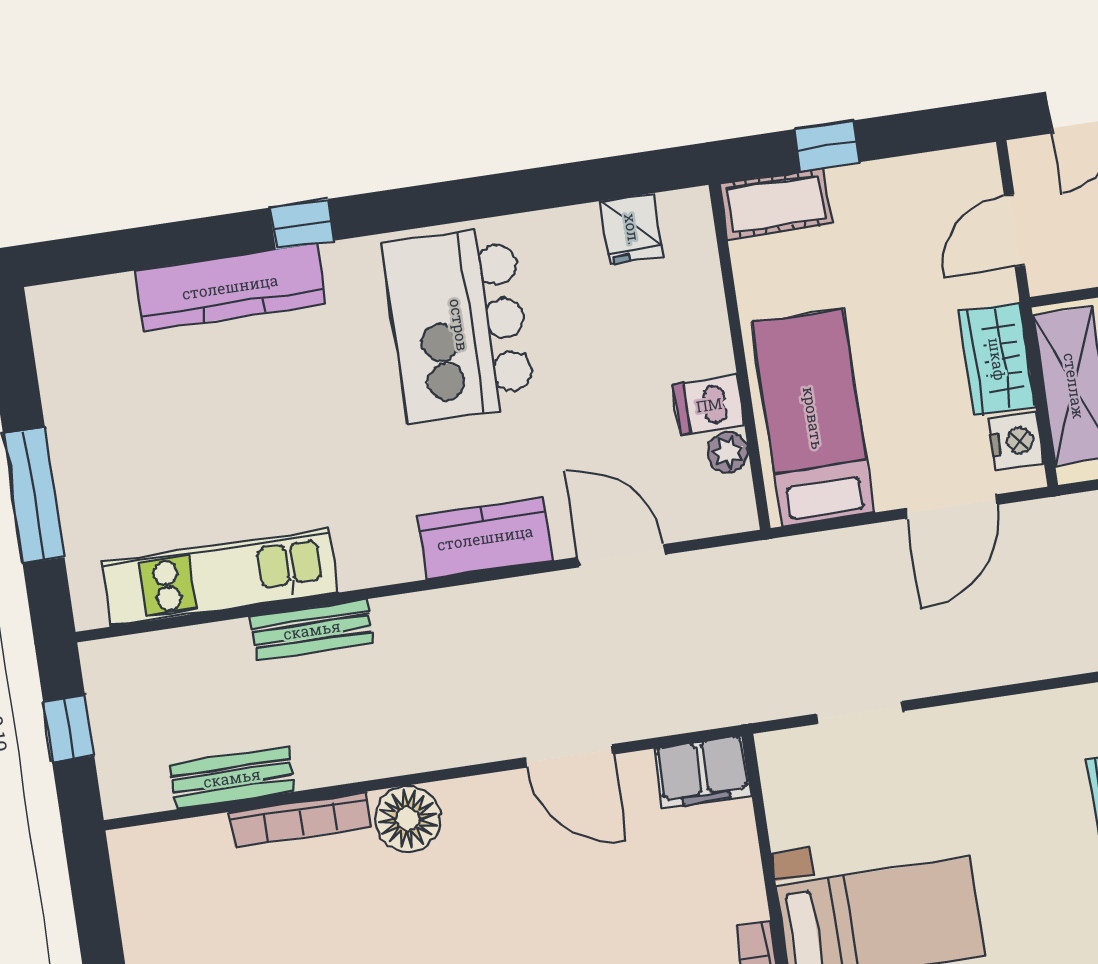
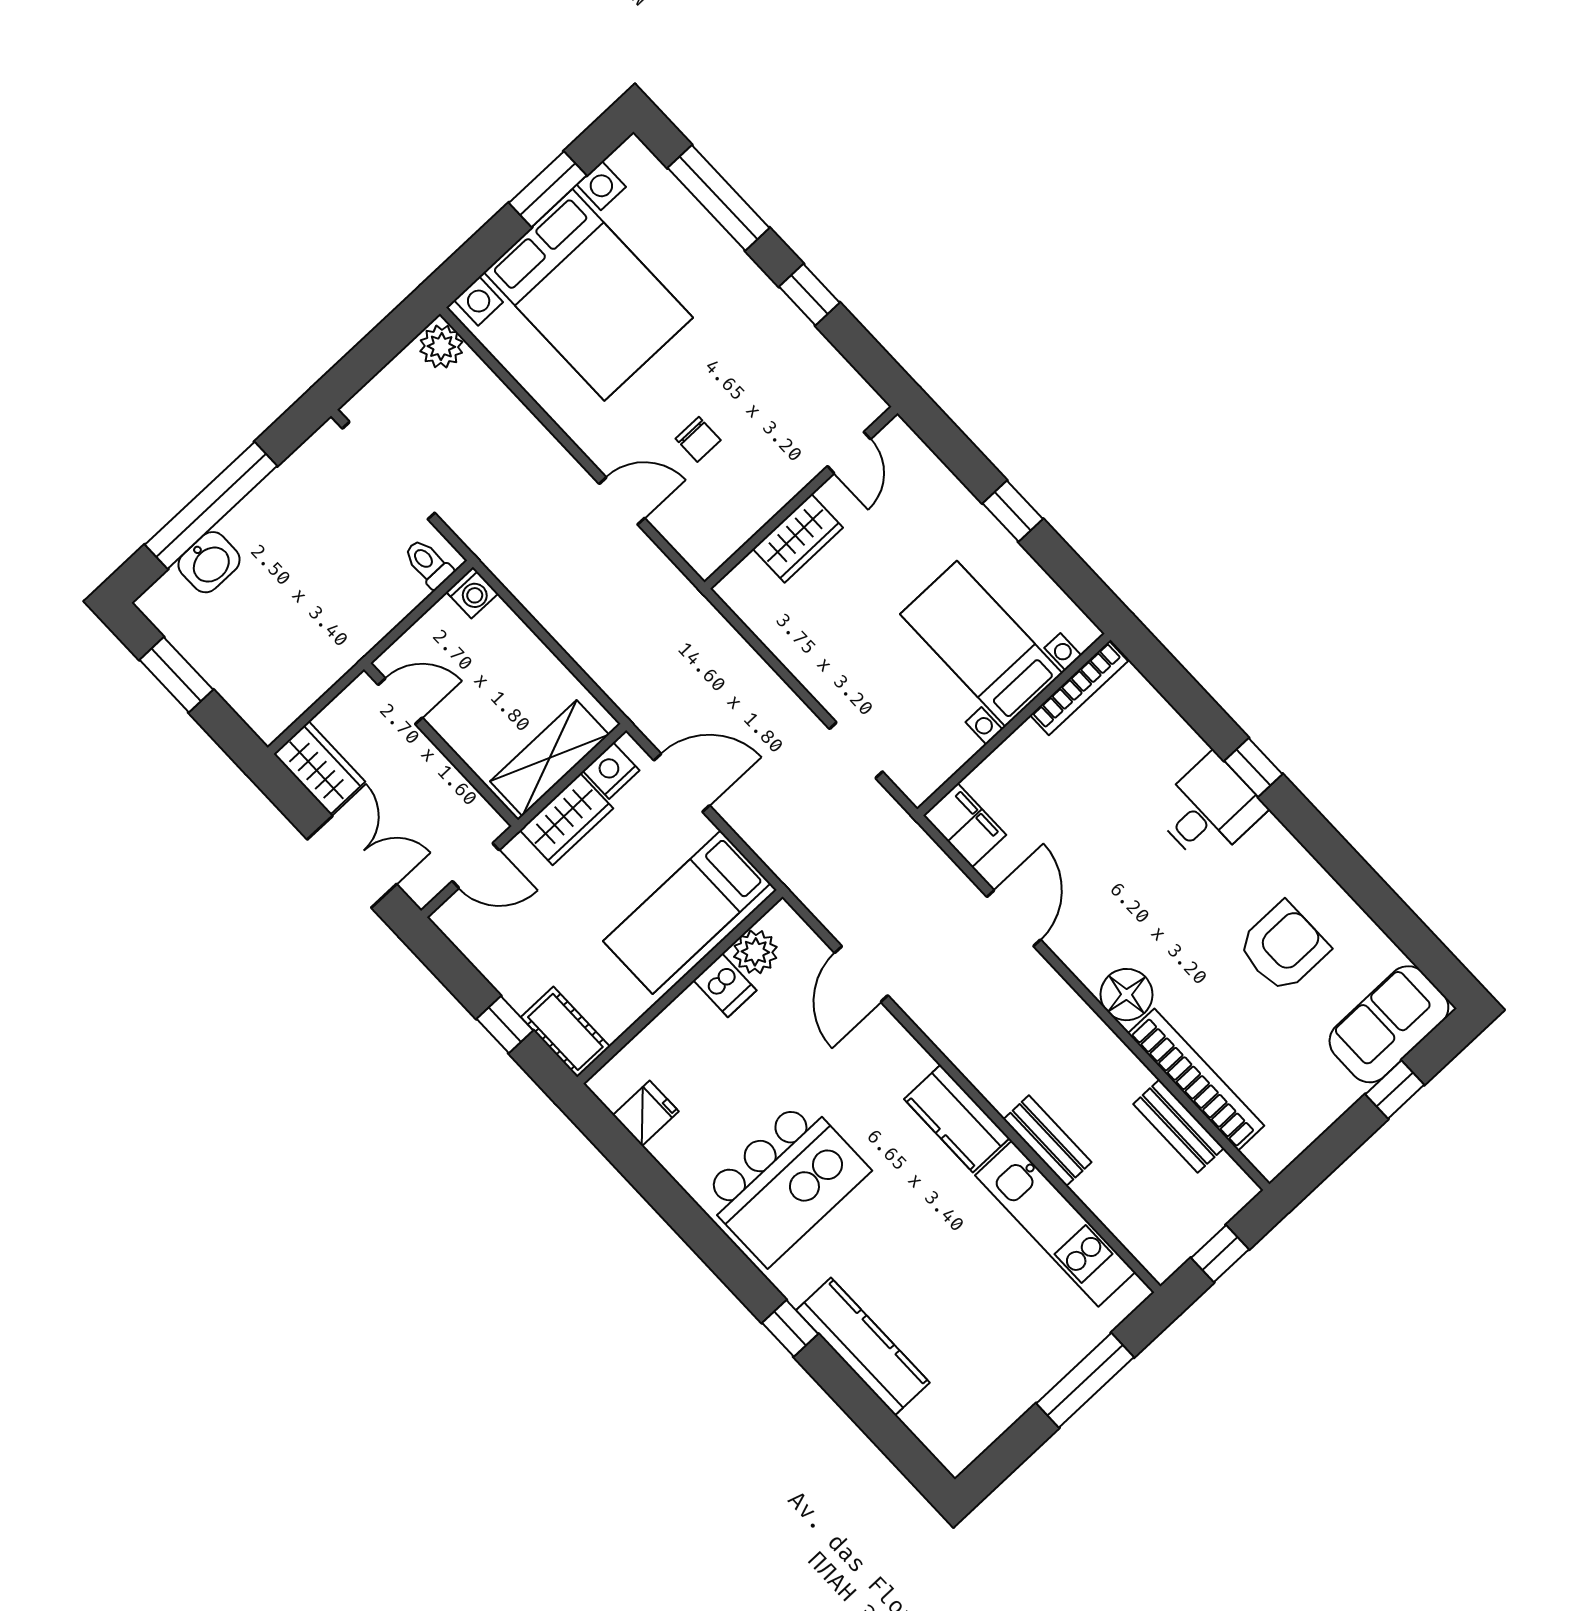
plant: (728, 452) -> (755, 952), width x1.38, depth x1.38
kitchen counter: (485, 538) -> (957, 1119), moved
bookcase: (300, 819) -> (1196, 1080), width x1.48, depth x1.31

